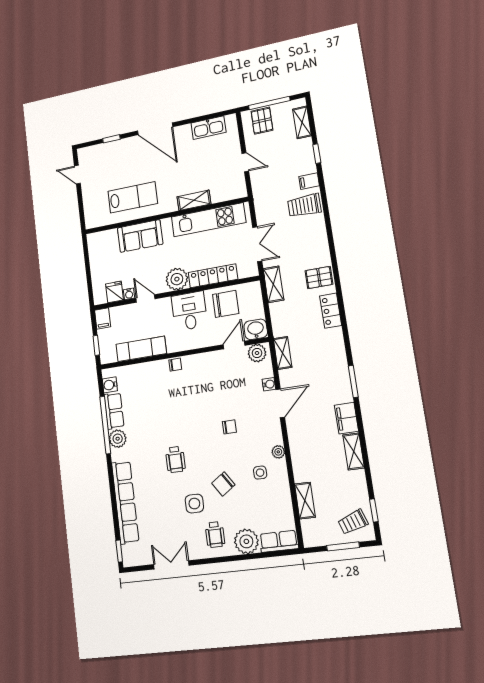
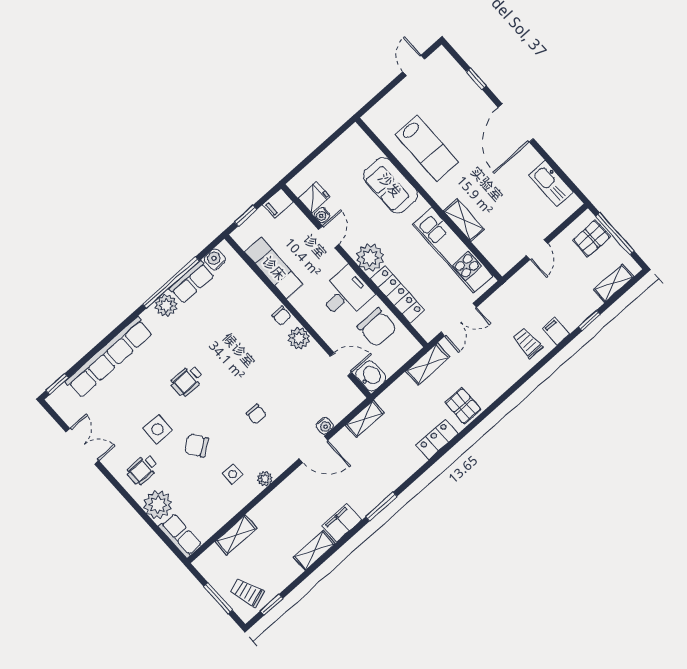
trolley: (304, 206) -> (528, 343), width x0.73, depth x0.72
plant: (257, 353) -> (299, 338), moved

